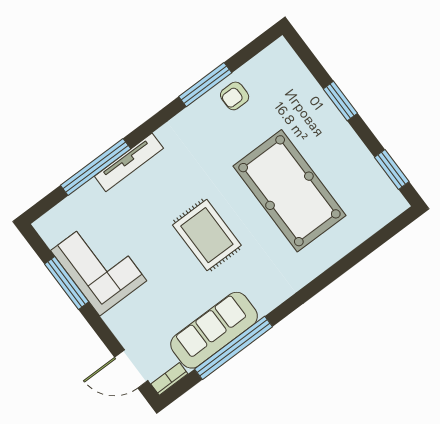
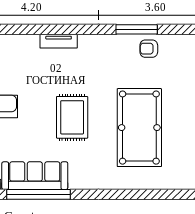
tv unit: (129, 162) -> (59, 41), width x0.71
window: (96, 167) -> (37, 29), removed

